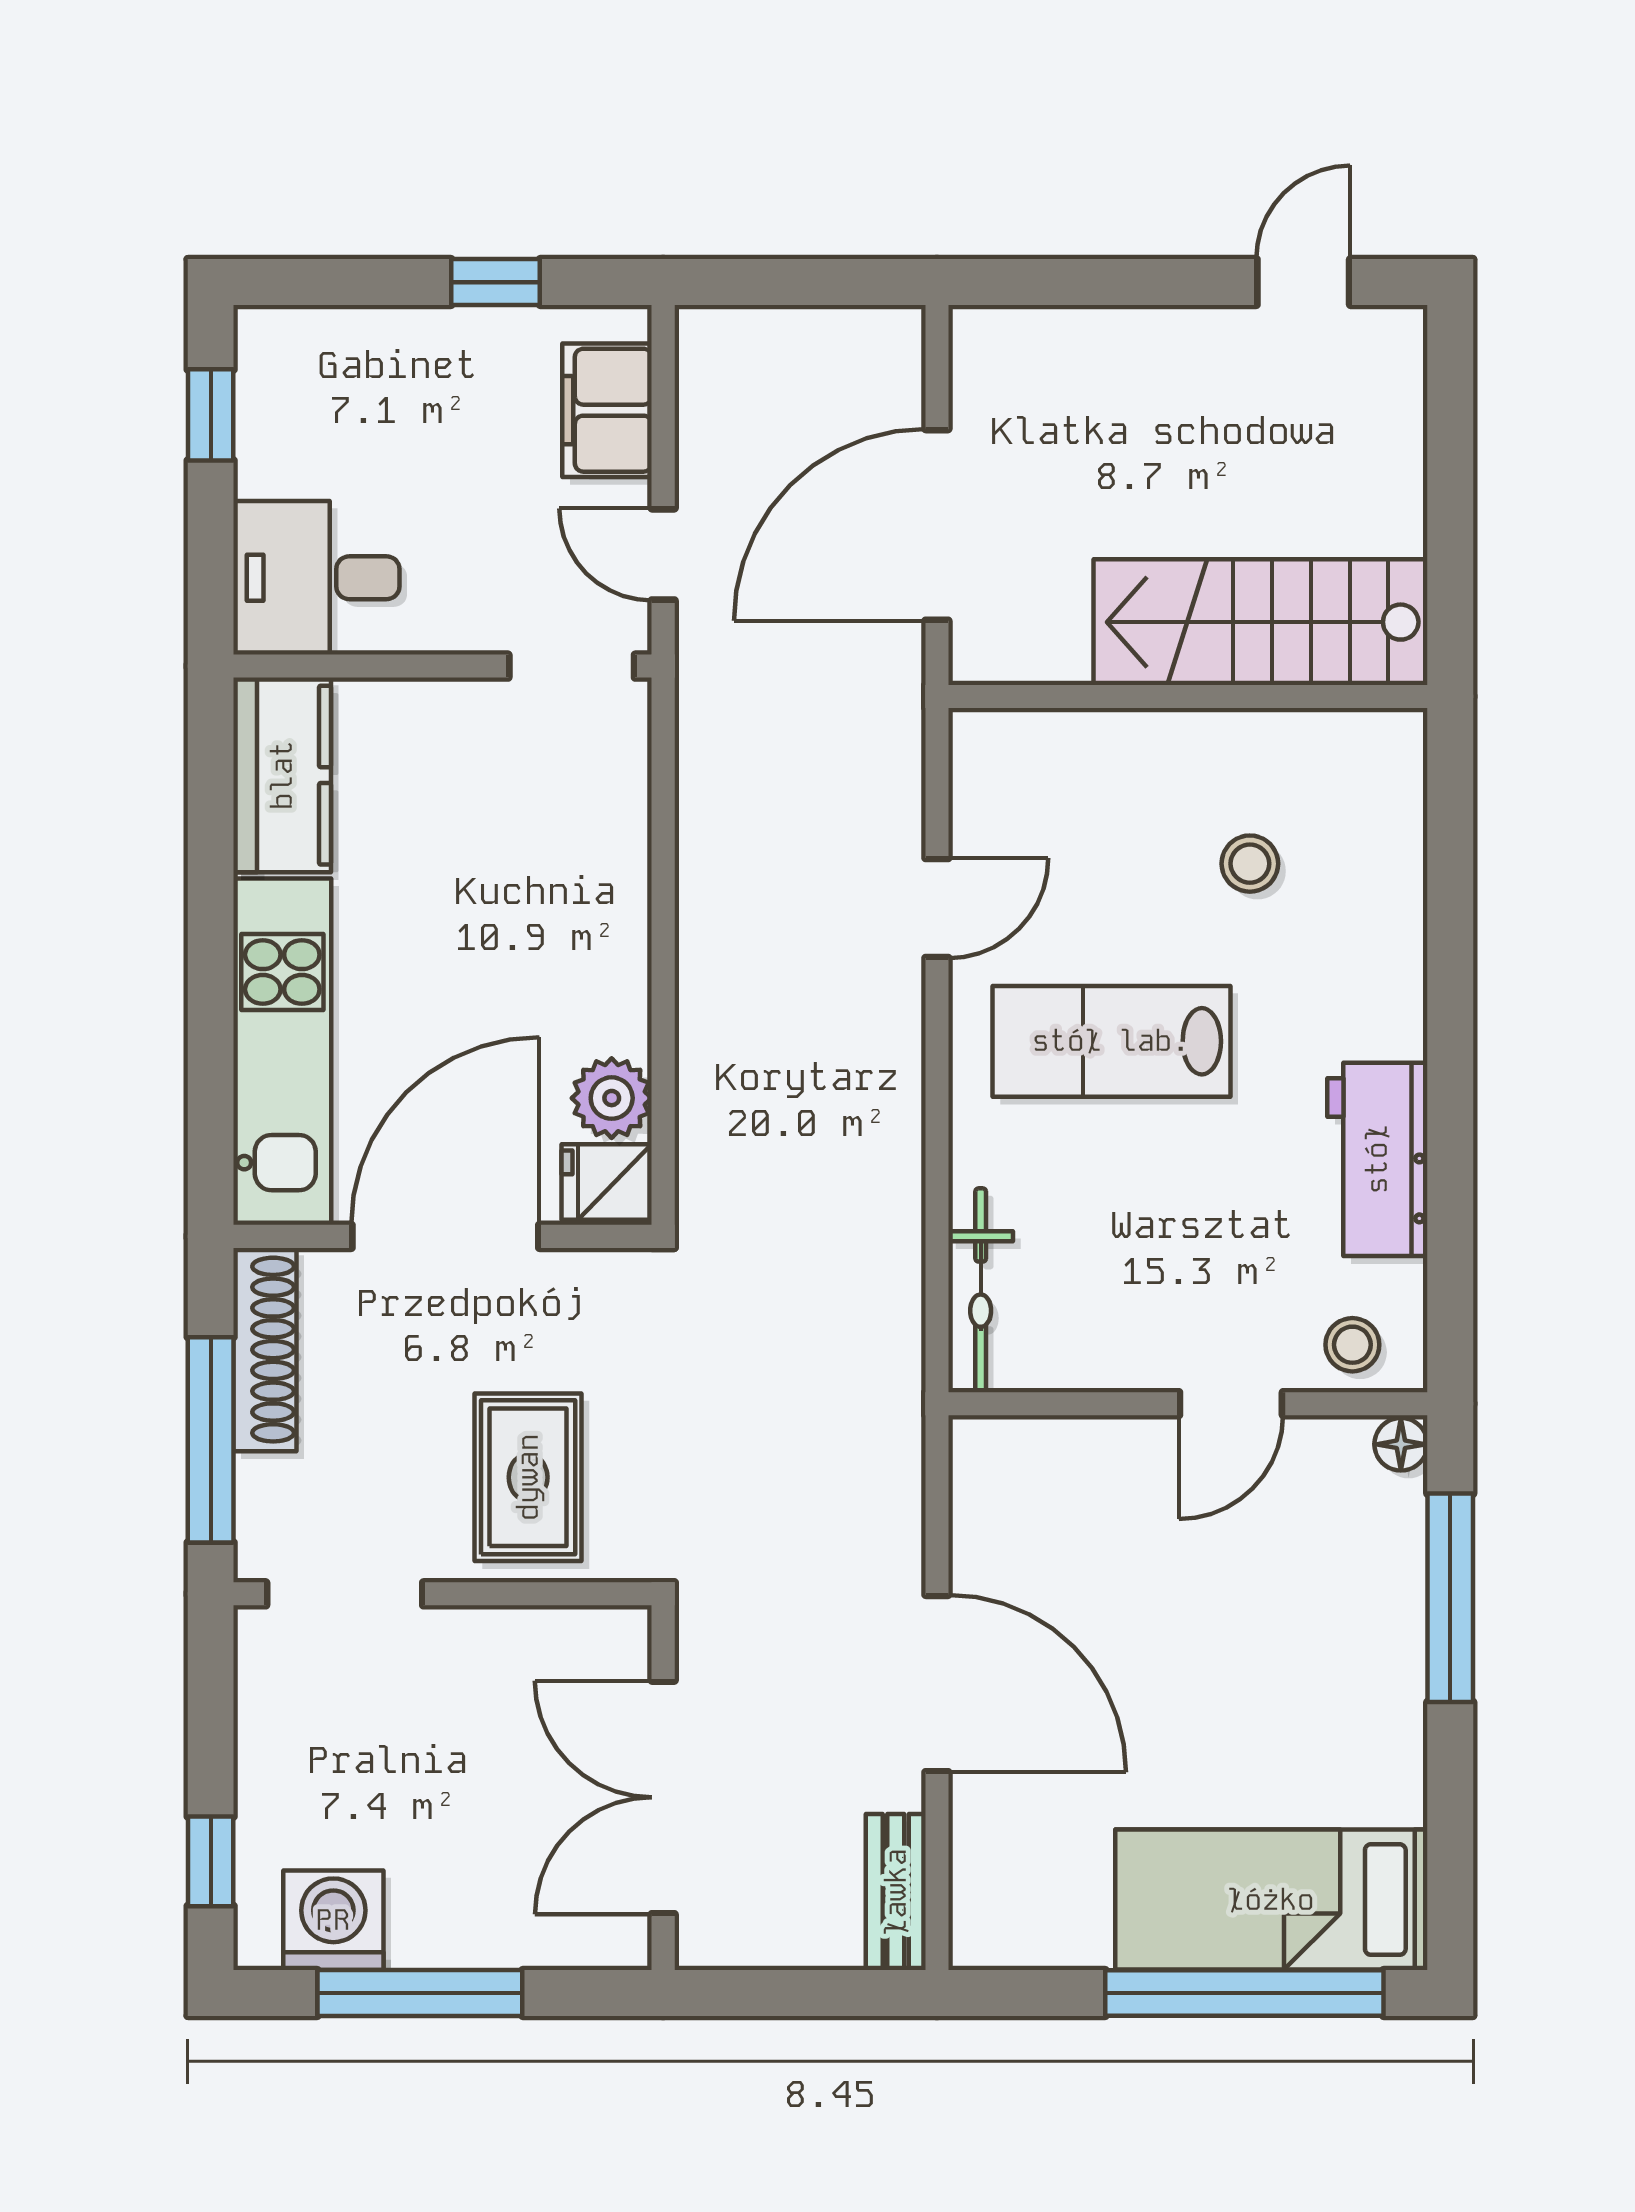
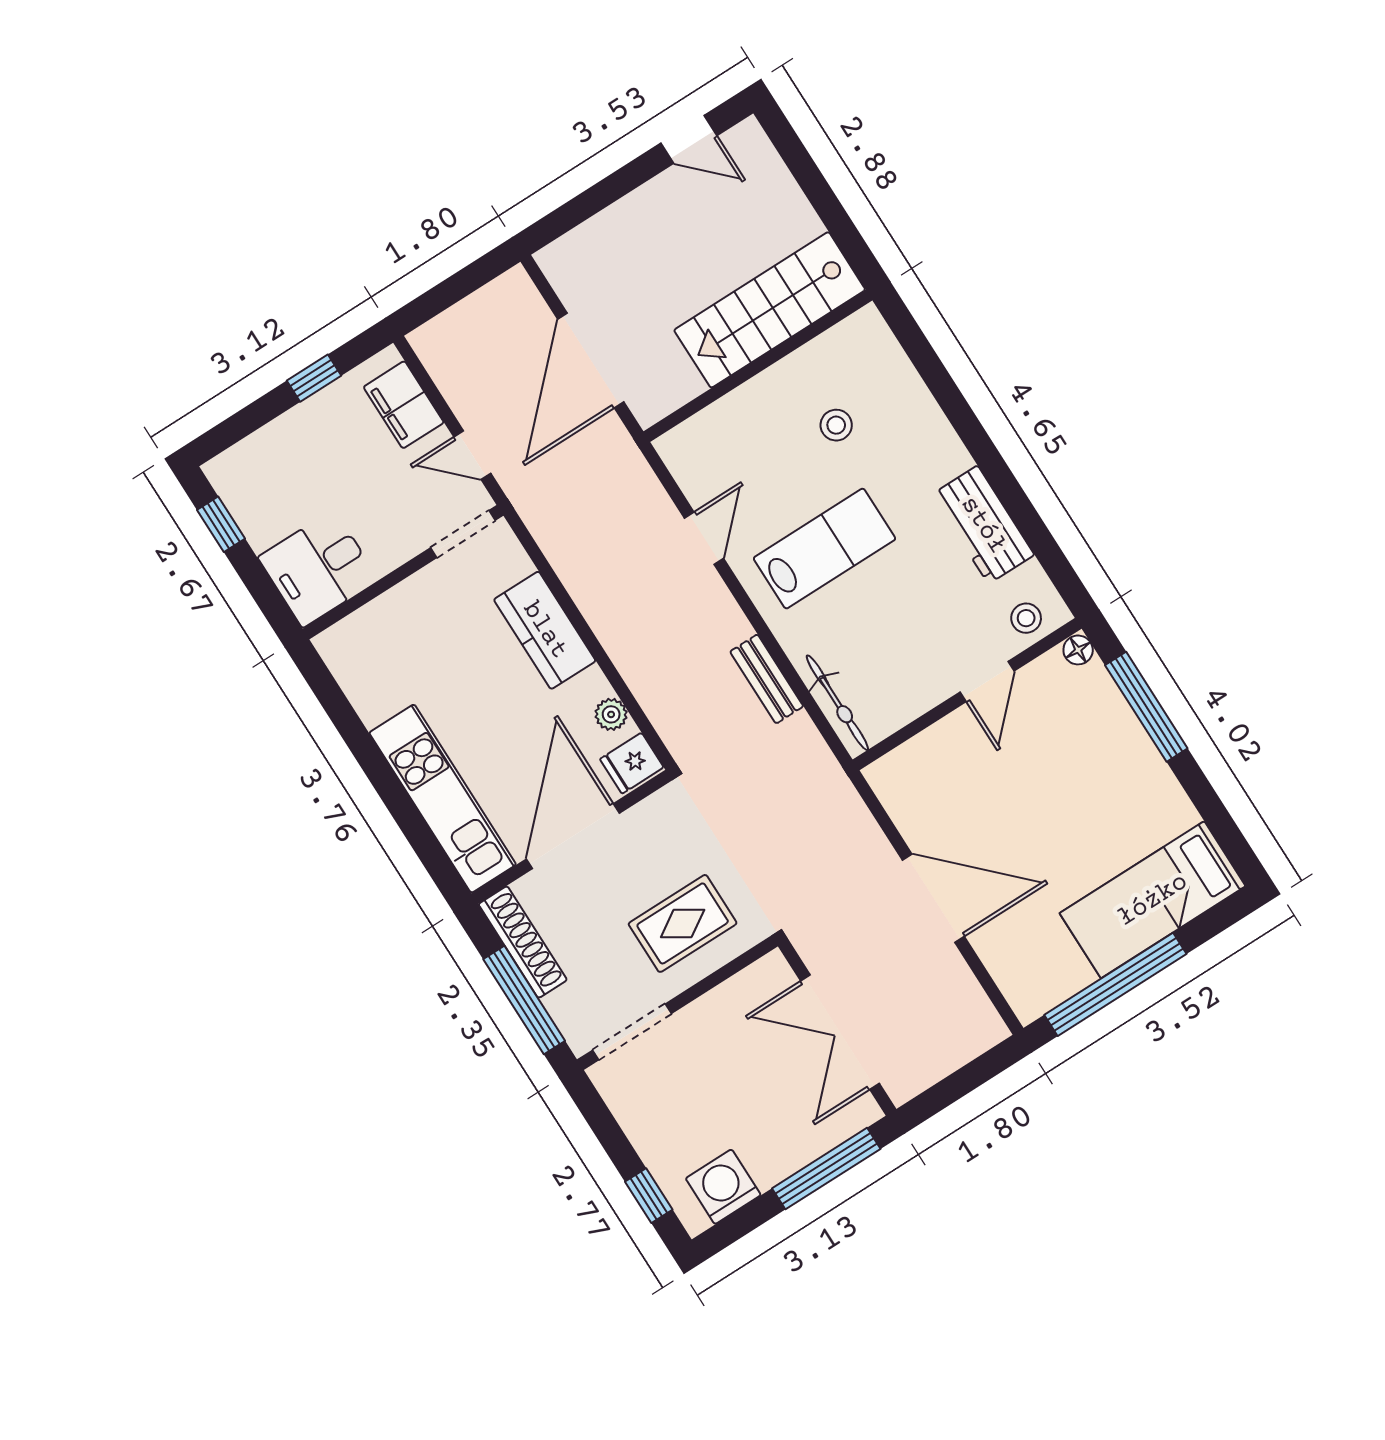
door: (1303, 282) -> (689, 139), swing flipped
kitchen counter: (282, 775) -> (545, 630), moved, turned 180
lab bench: (1111, 1041) -> (824, 549), turned 180
plant: (612, 1098) -> (611, 714), width x0.73, depth x0.73
rug: (528, 1477) -> (683, 923), turned 90
bench: (896, 1892) -> (767, 679), moved
window: (420, 1993) -> (826, 1169), moved
window: (1244, 1993) -> (1115, 984), moved

